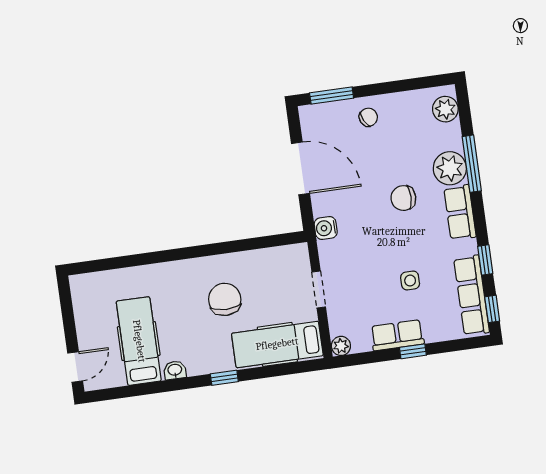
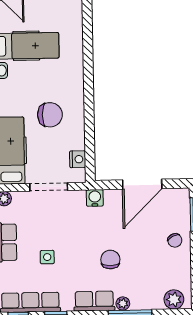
plant: (450, 168) -> (123, 303), width x0.53, depth x0.53
nightstand: (278, 256) -> (78, 159), added
doorway: (319, 290) -> (49, 187), width x1.38

